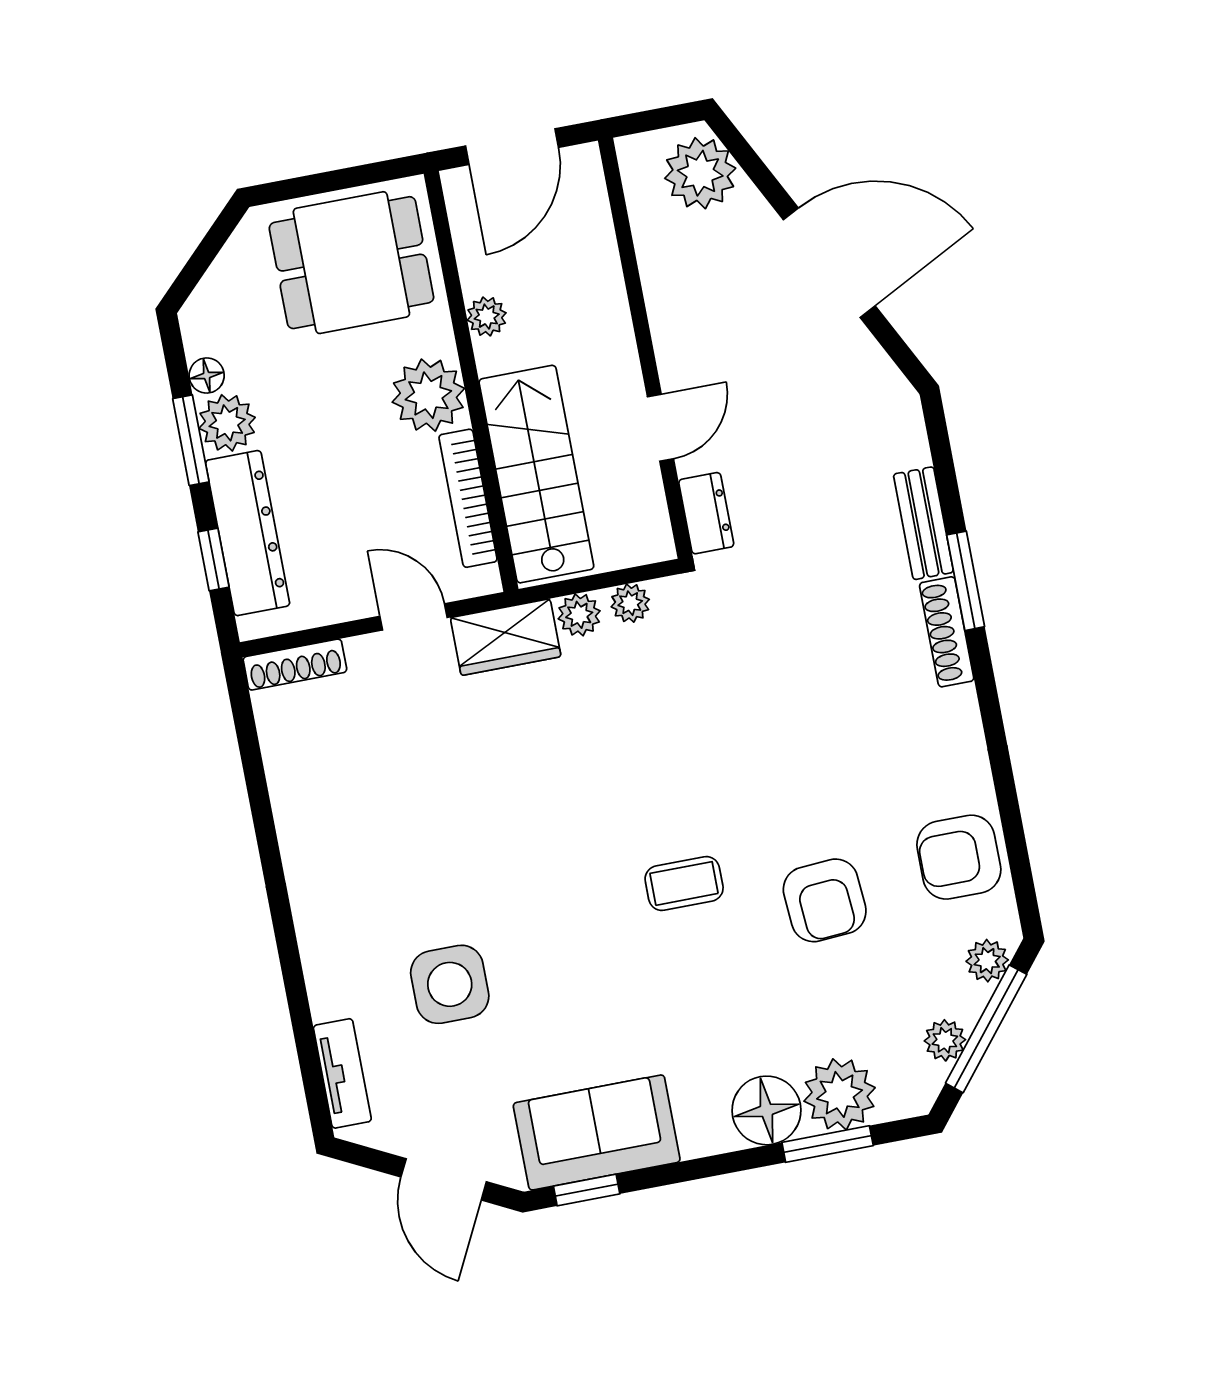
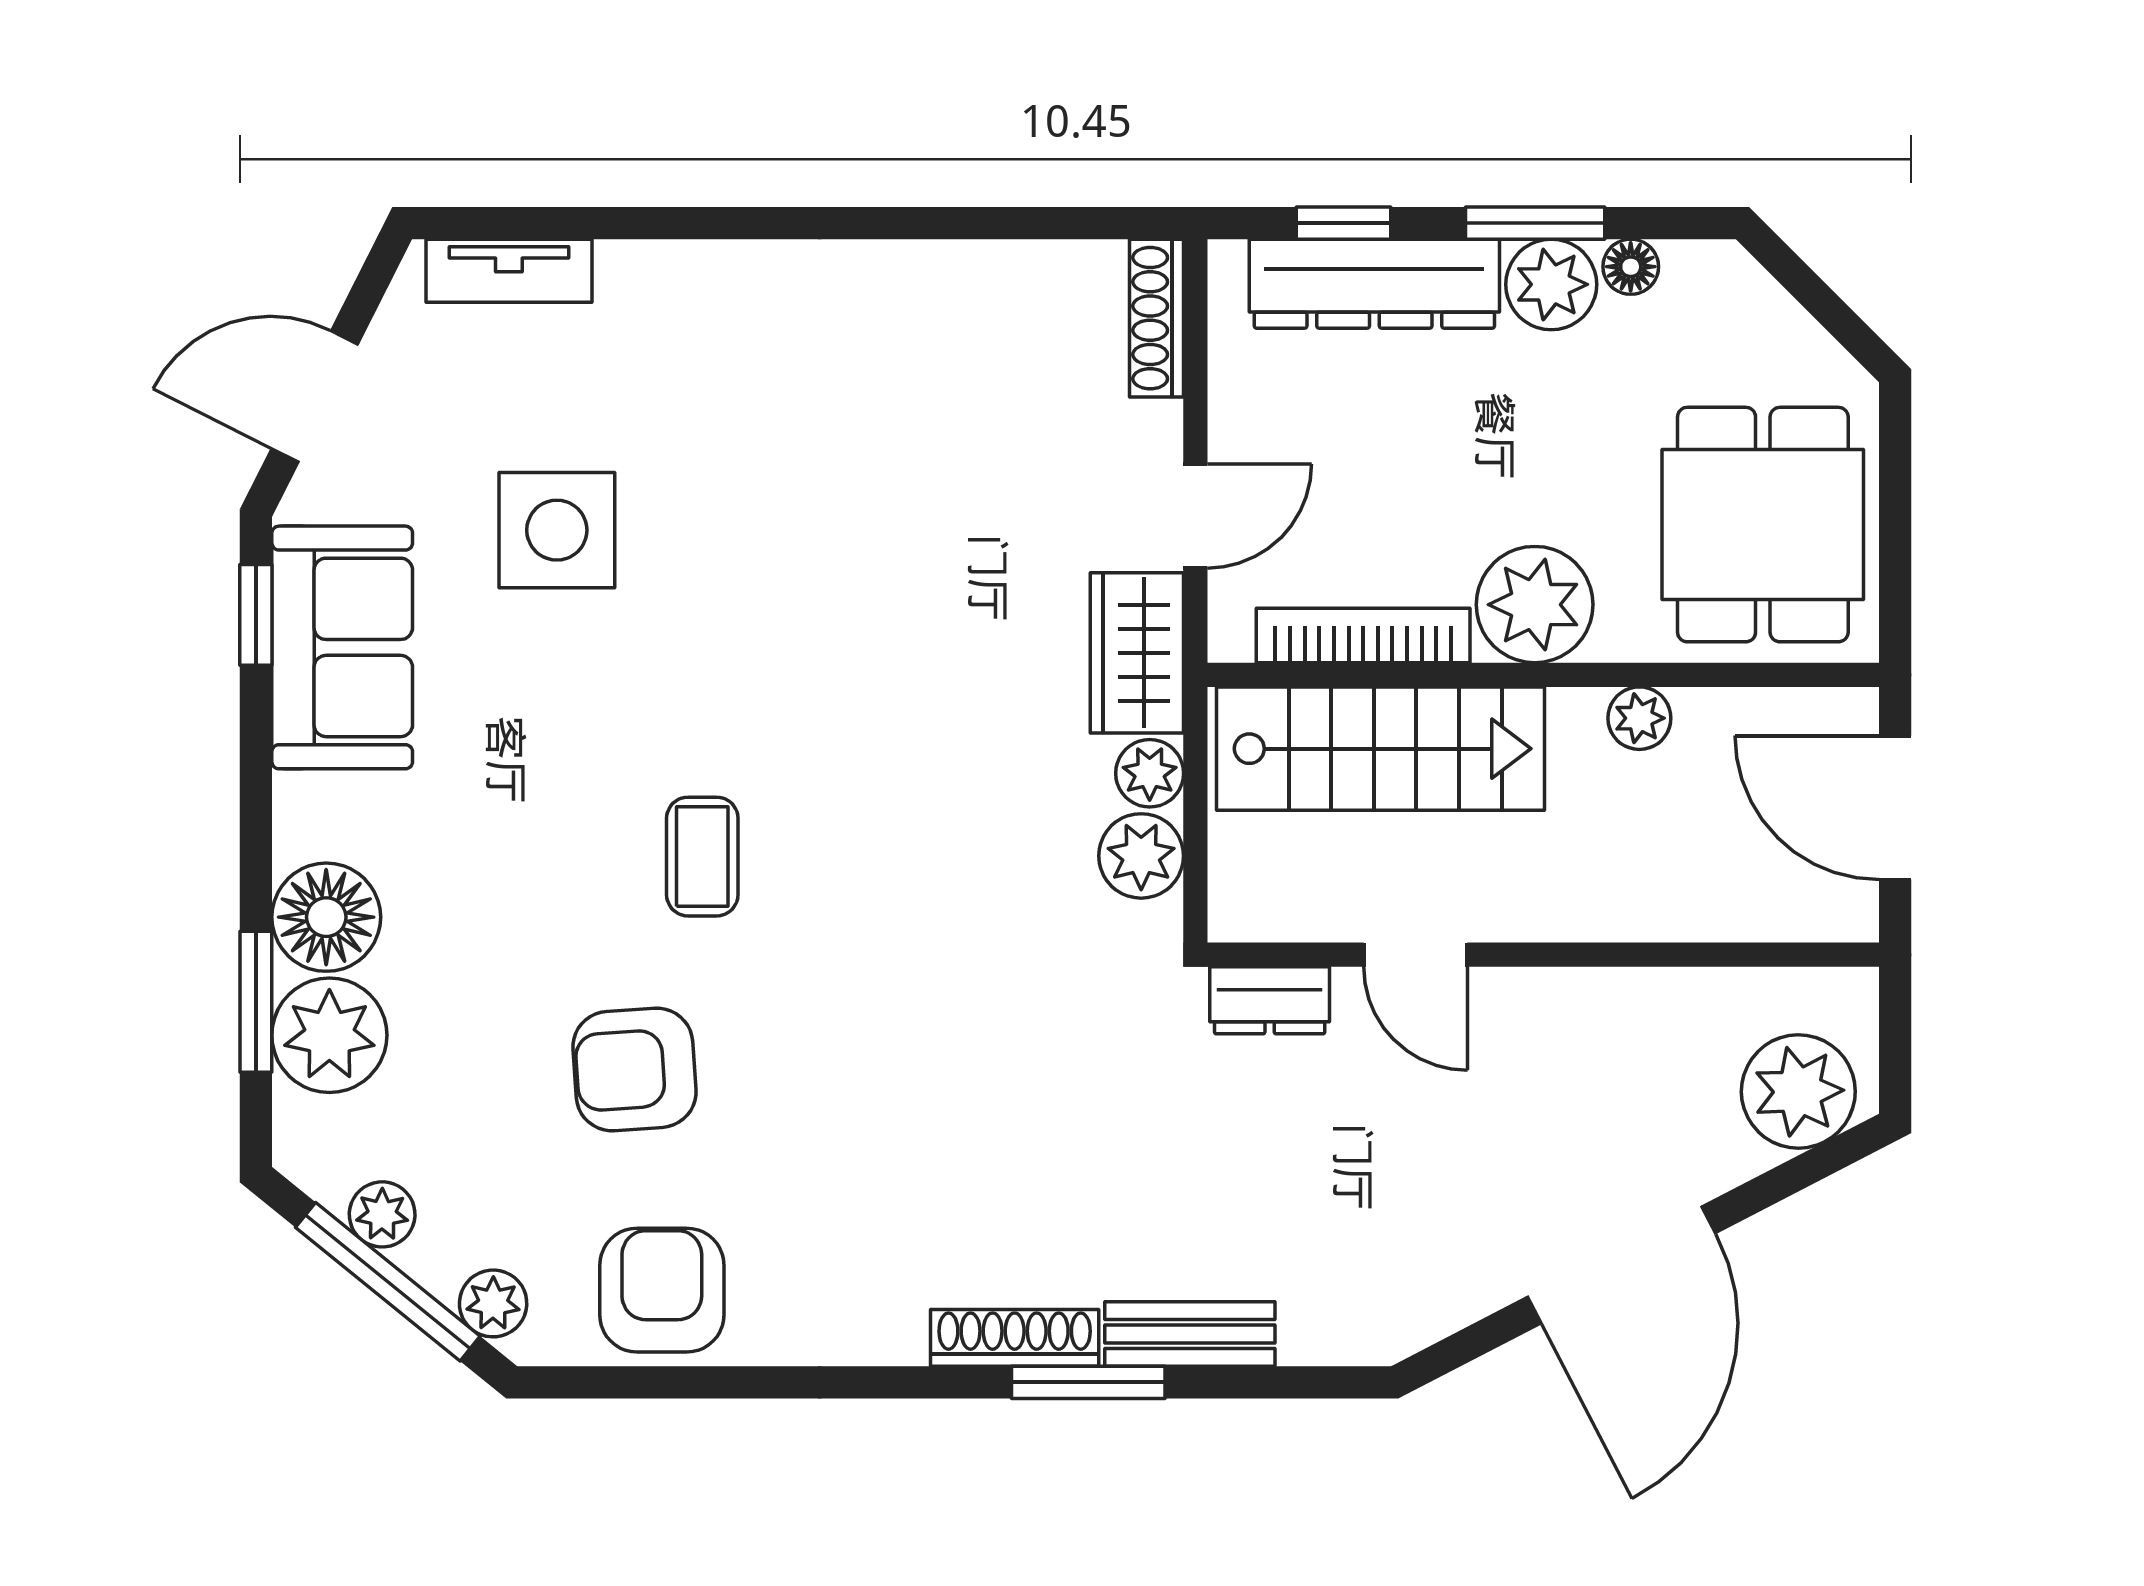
plant: (630, 603) -> (1141, 856), width x1.38, depth x1.38
side table: (450, 984) -> (557, 530), moved

